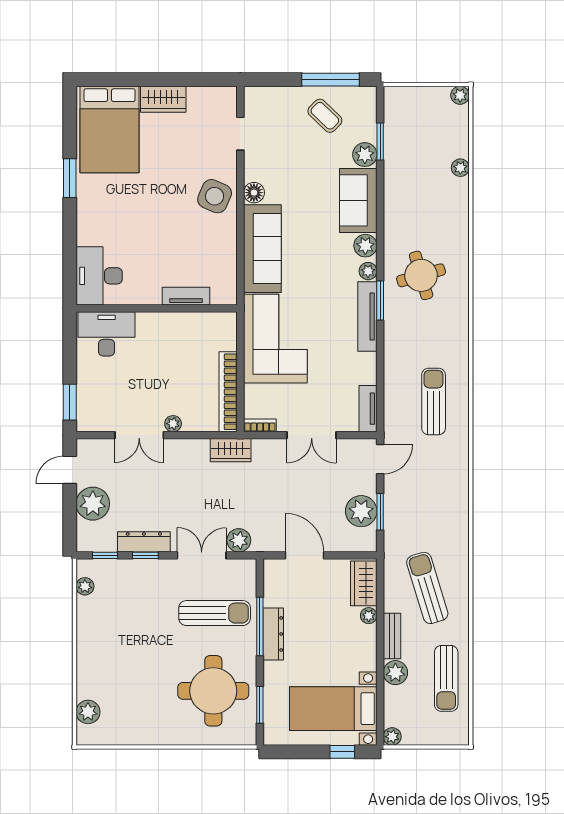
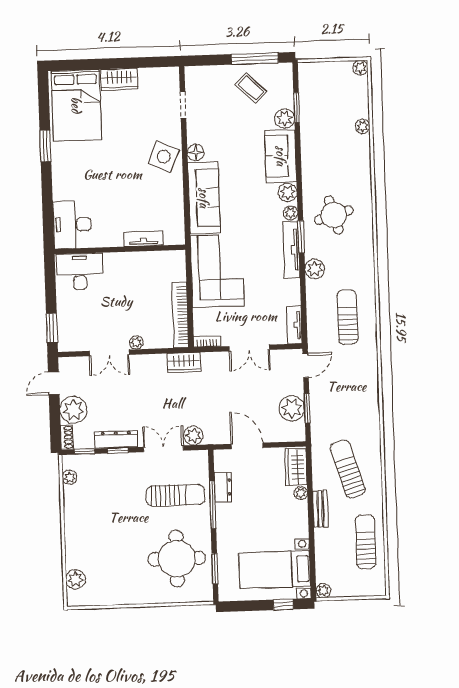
shoe rack: (83, 537) -> (67, 437), added
dresser: (273, 634) -> (223, 487), moved, width x0.70
plant: (395, 673) -> (315, 269), moved
sun lounger: (446, 678) -> (366, 542), turned 180

